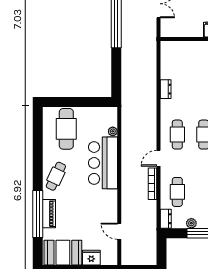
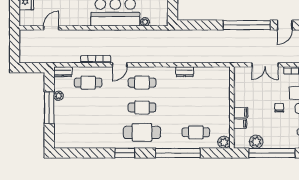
door: (158, 158) -> (120, 65), swing flipped

